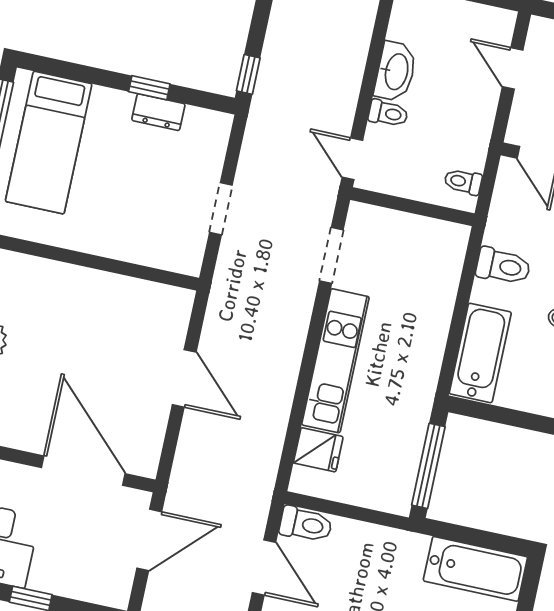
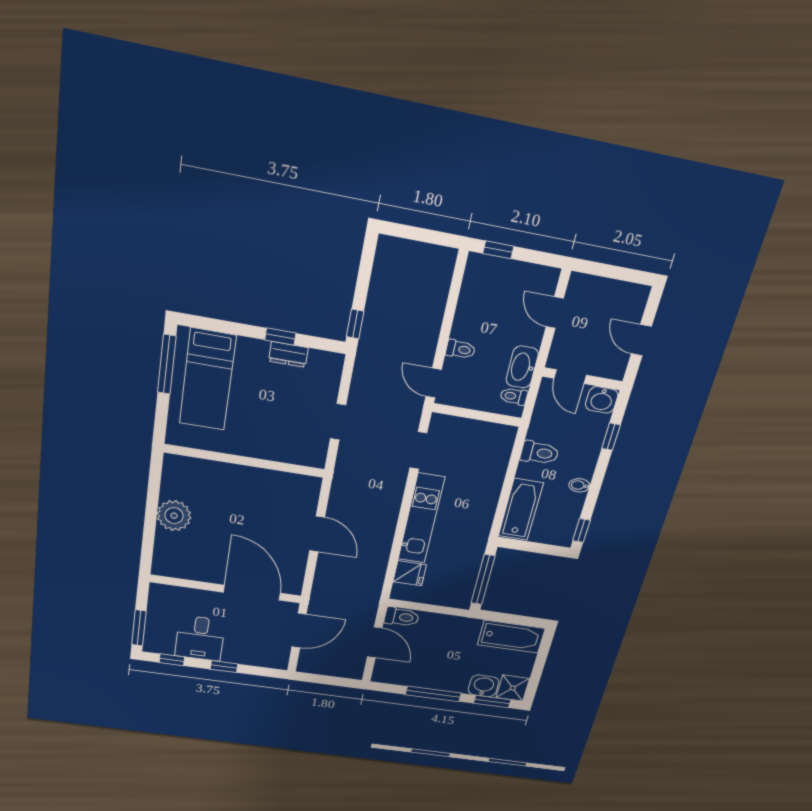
washbasin: (396, 72) -> (522, 367), moved, turned 180

